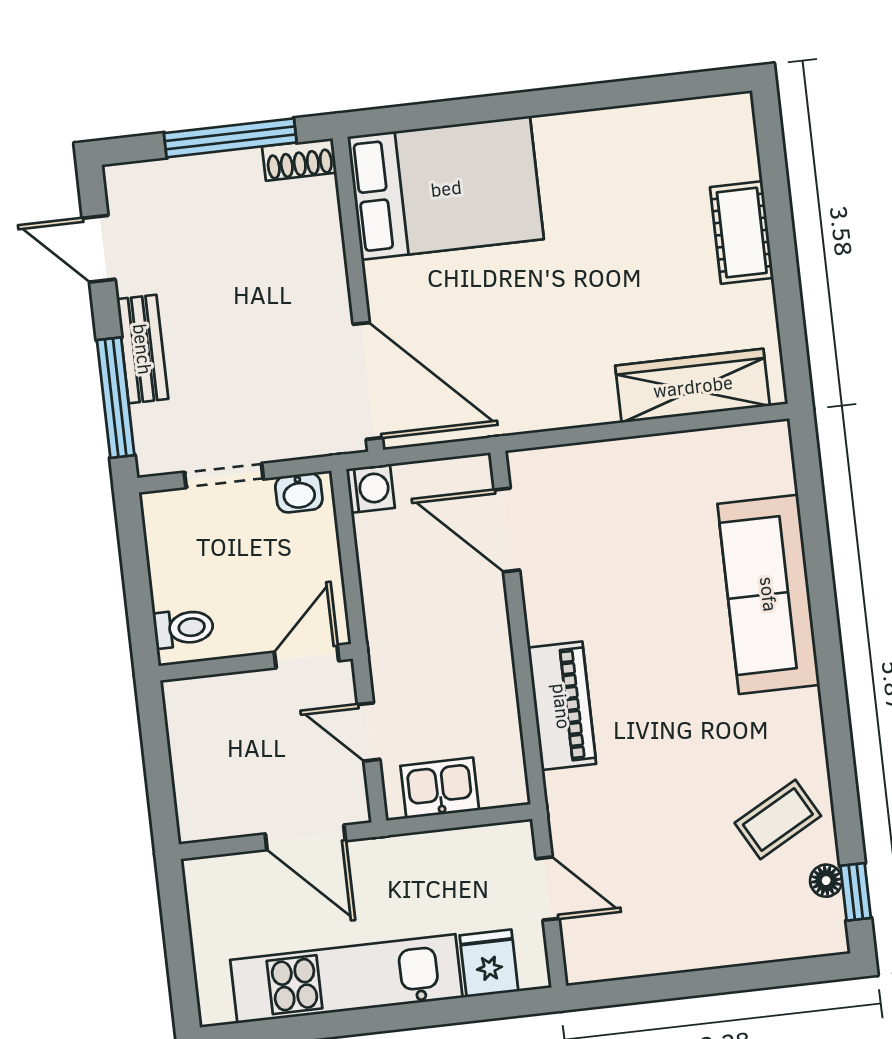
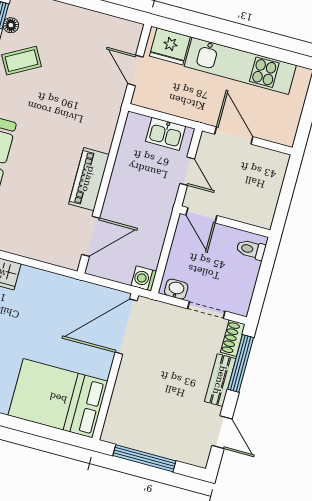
shoe rack: (299, 160) -> (233, 338), moved, turned -90
door: (368, 381) -> (126, 327), hinge flipped
door: (507, 530) -> (91, 236), hinge flipped
door: (307, 657) -> (201, 215), hinge flipped
piano: (562, 706) -> (89, 179), moved
fridge: (489, 963) -> (170, 46), width x1.38

